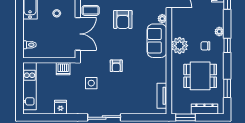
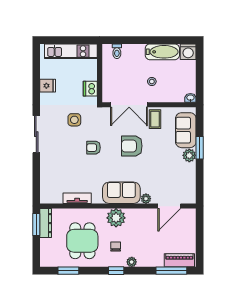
armchair: (123, 19) -> (132, 146), moved
tv unit: (162, 96) -> (77, 198), moved
dresser: (204, 109) -> (46, 223), moved

